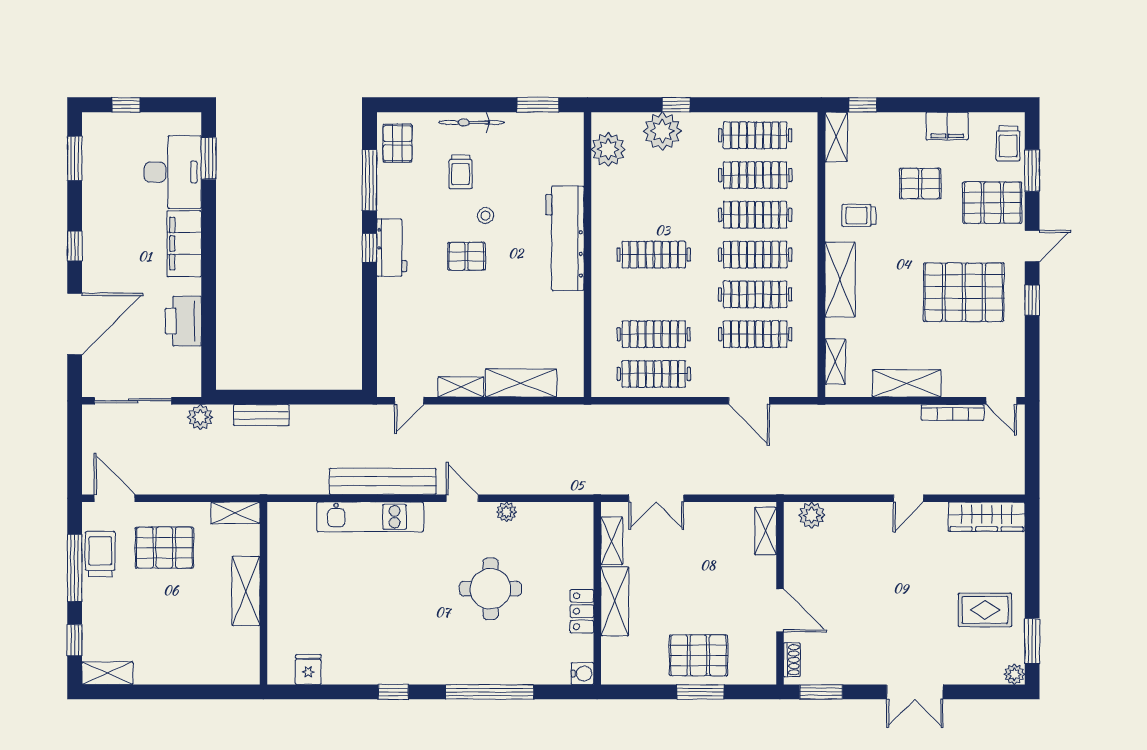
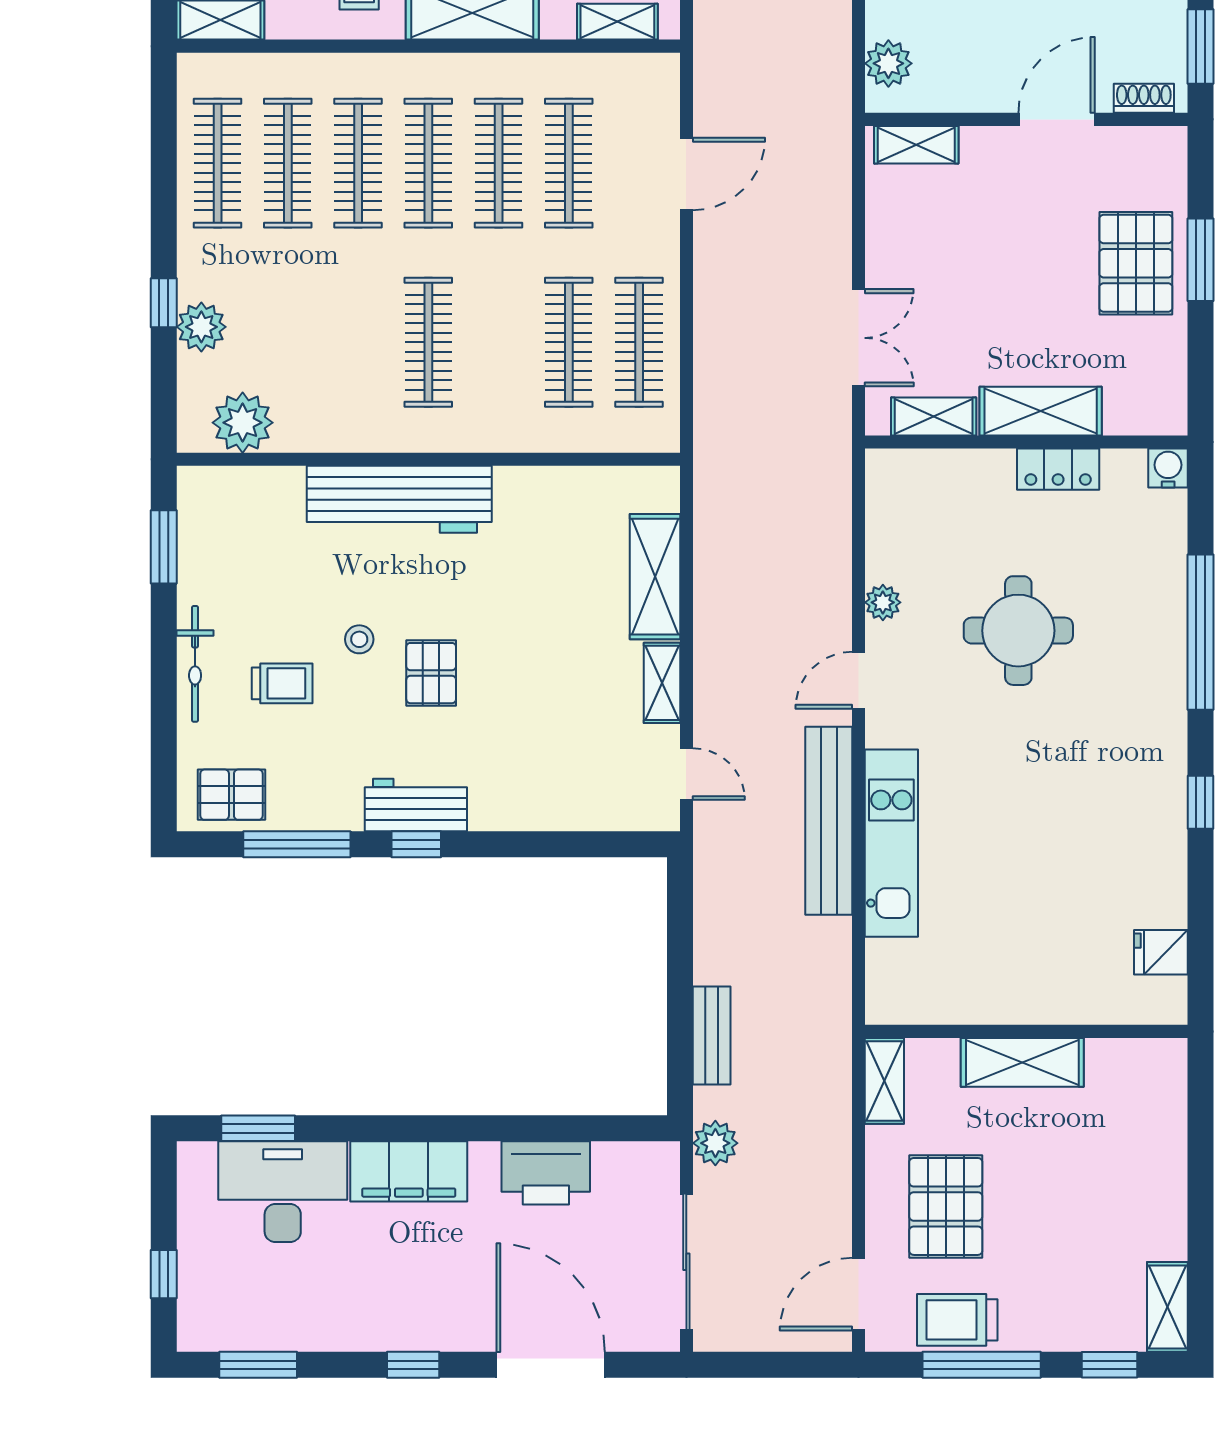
plant: (662, 131) -> (201, 327), width x0.73, depth x0.73

